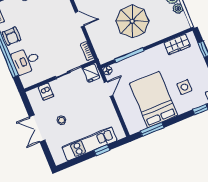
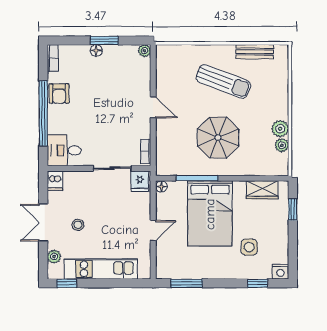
desk: (26, 61) -> (64, 150), moved
door: (109, 89) -> (153, 231), moved
dishwasher: (46, 91) -> (55, 181), moved
bed: (153, 99) -> (210, 214), moved, turned 180
plant: (54, 149) -> (54, 257), added
window: (102, 150) -> (67, 283), moved

